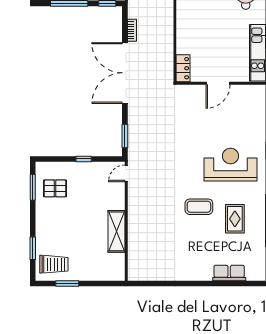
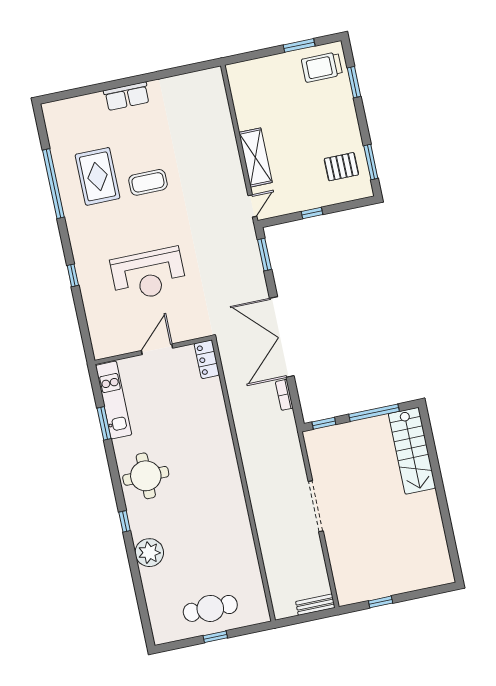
double door: (125, 73) -> (282, 337), swing flipped
reception desk: (231, 165) -> (148, 274), moved
rug: (235, 219) -> (98, 176), width x1.36, depth x1.43
shelving: (116, 231) -> (255, 157), moved
row of seats: (229, 273) -> (127, 96), moved

